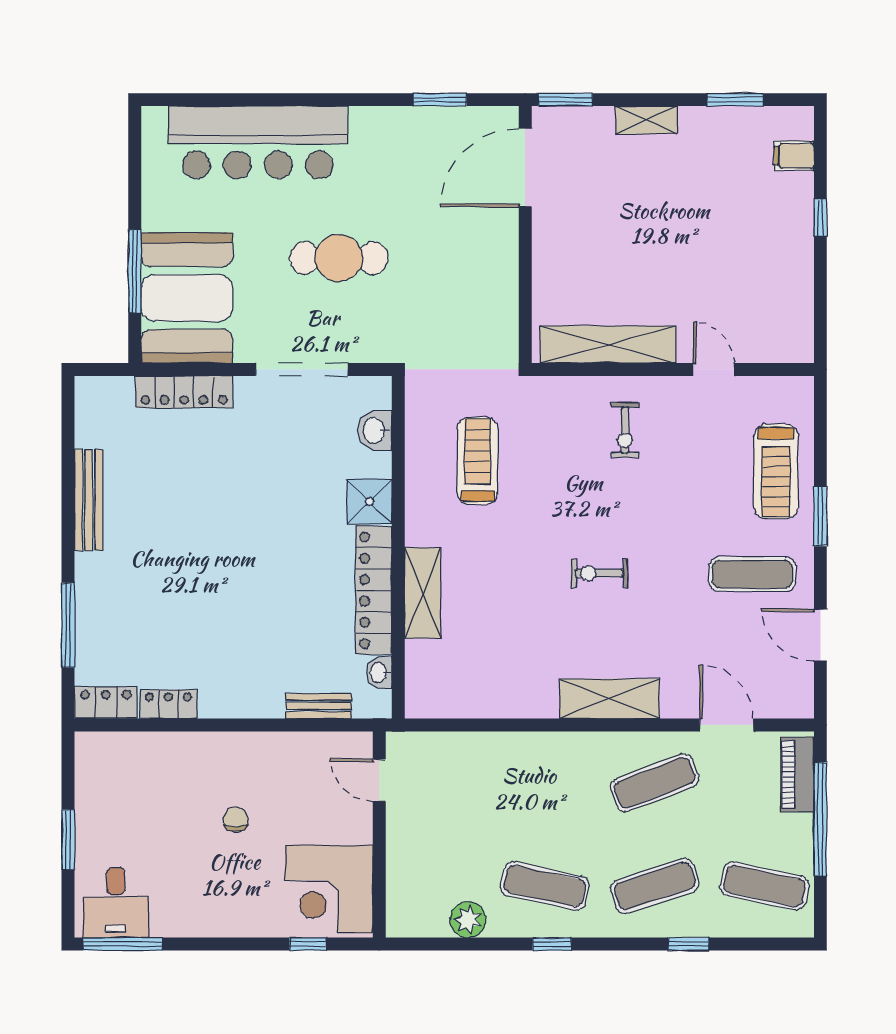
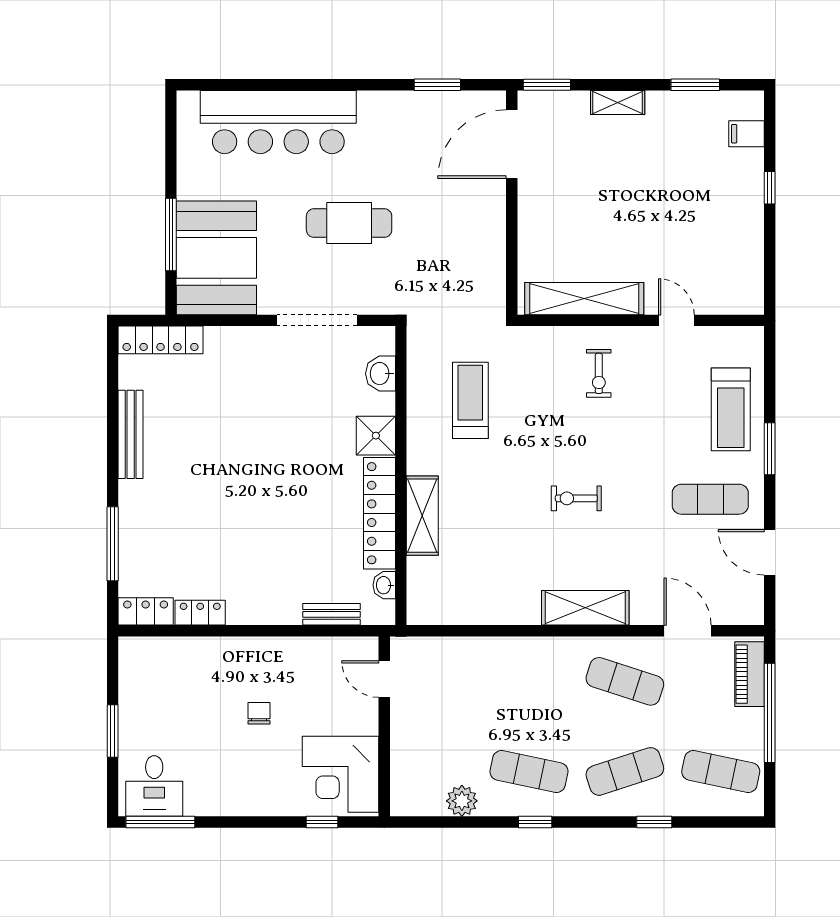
locker: (184, 392) -> (161, 340), moved
exercise mat: (655, 783) -> (625, 681), turned 39

